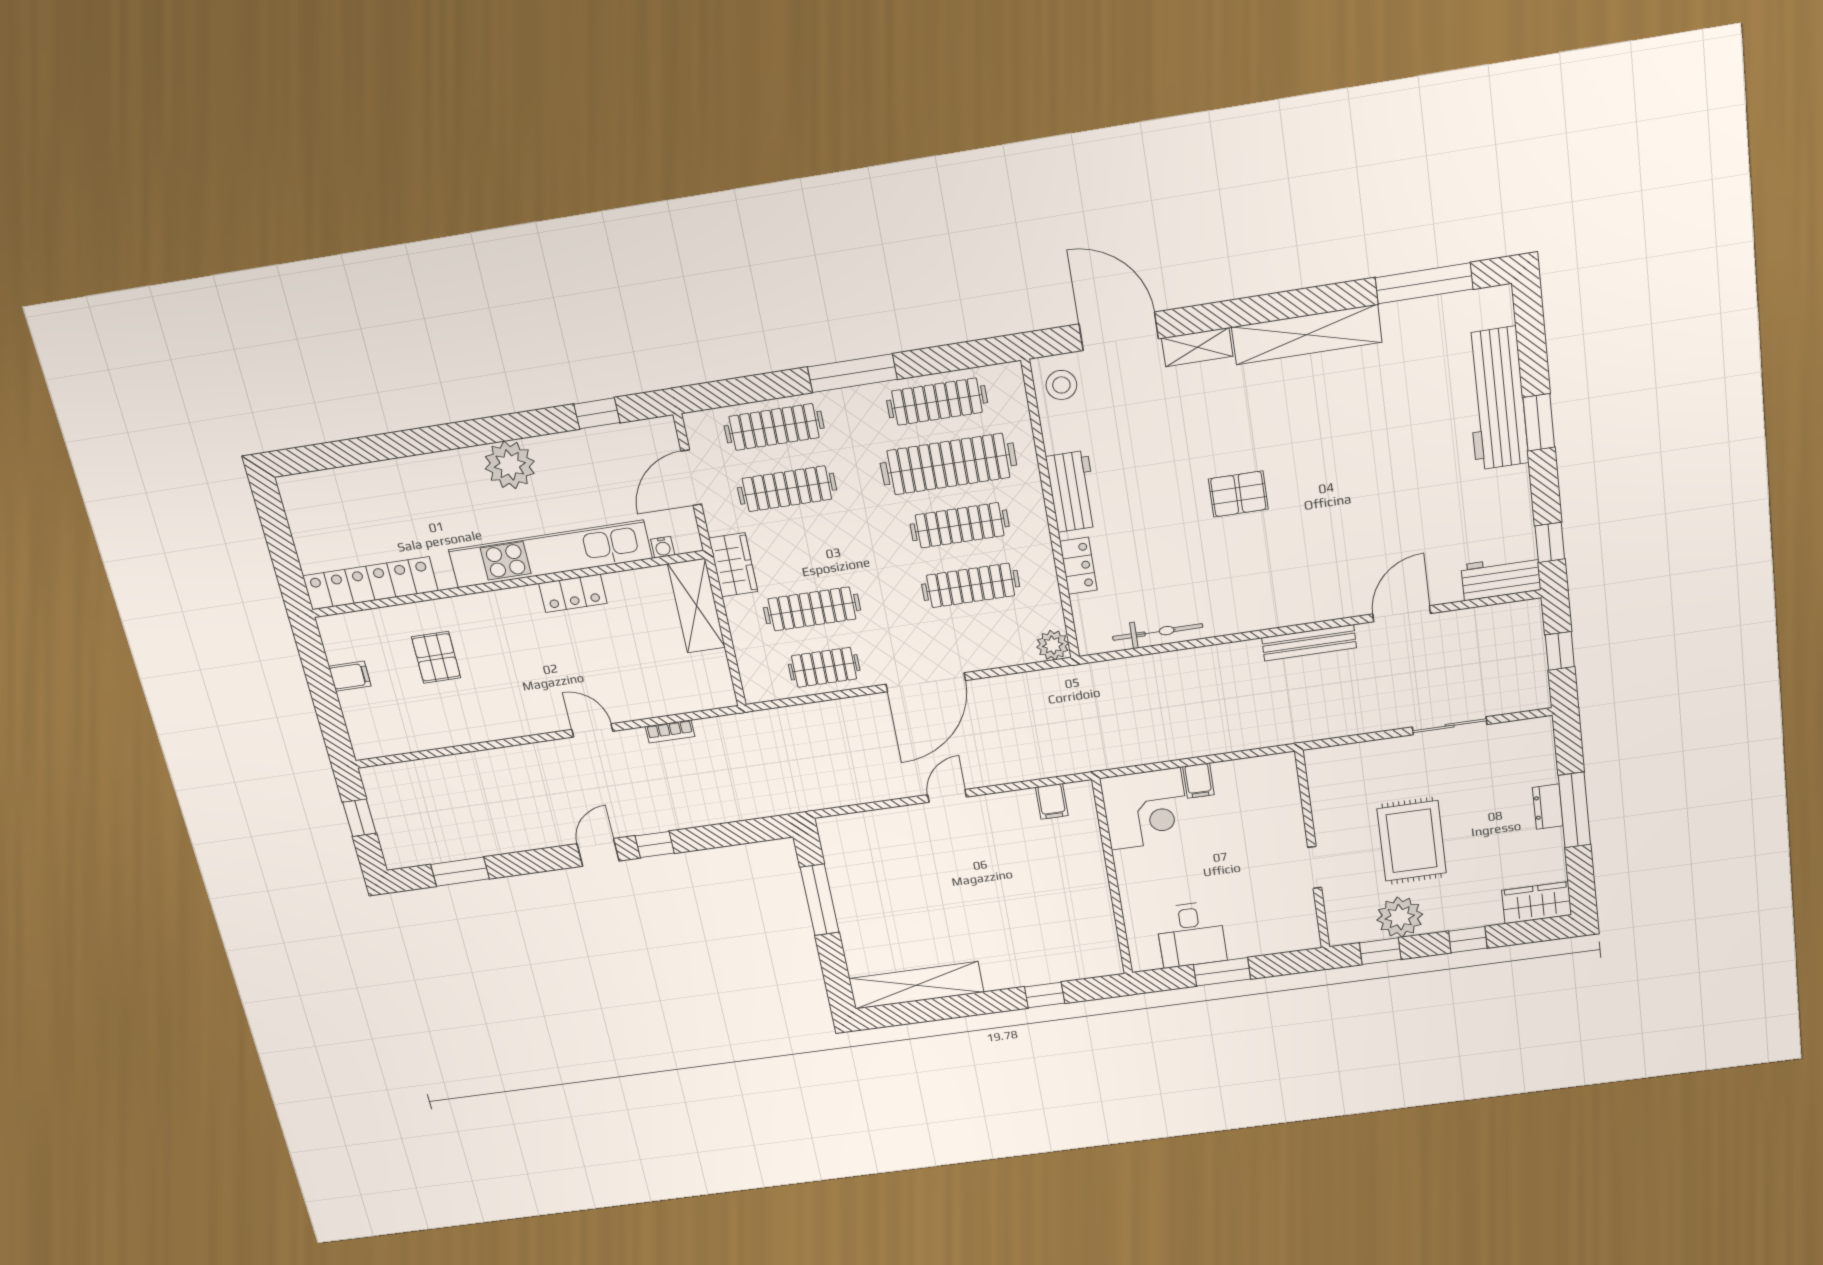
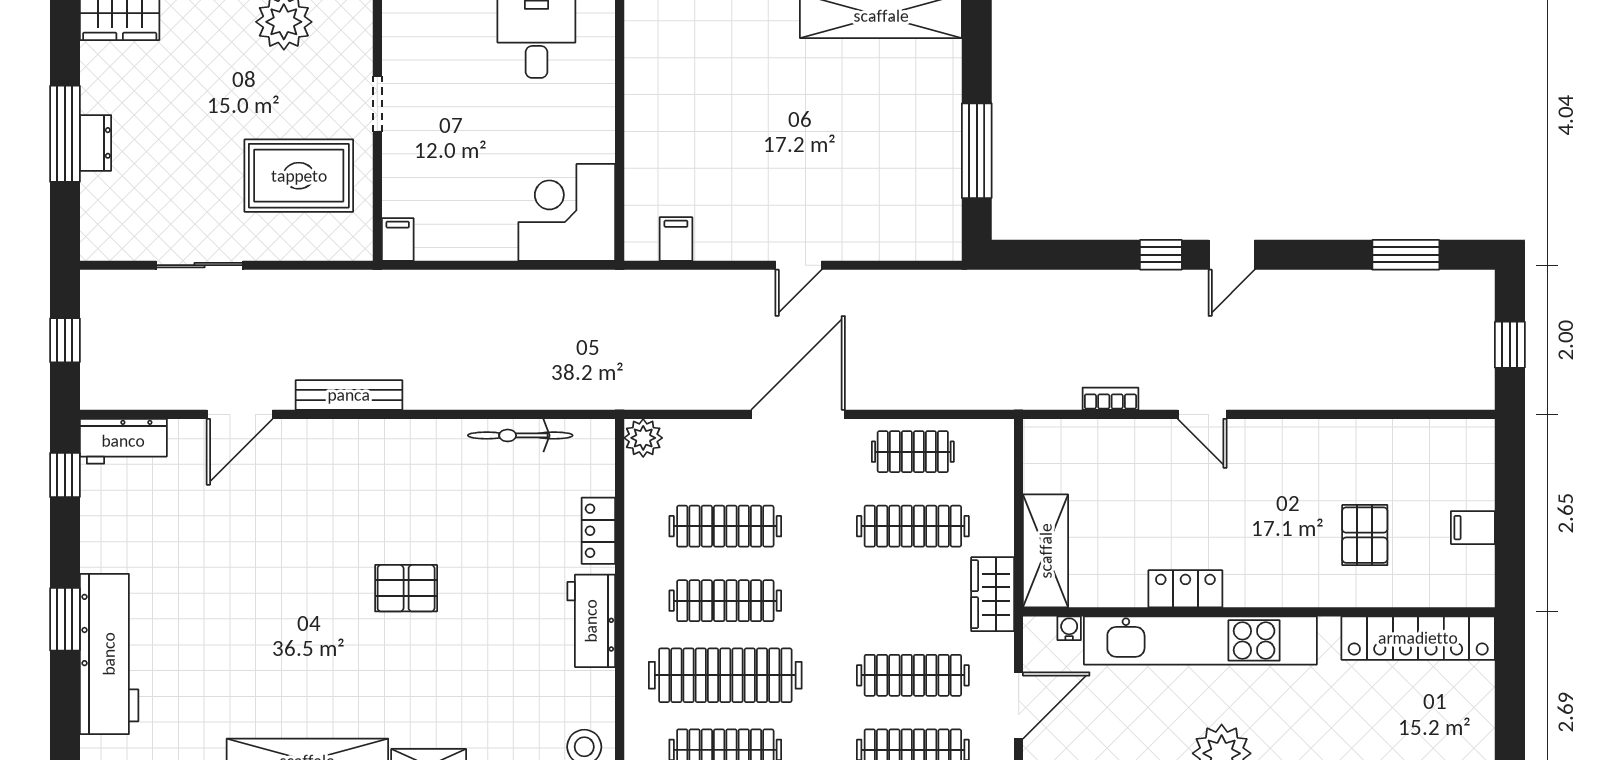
filing cabinet: (1198, 781) -> (398, 239), moved
rug: (1412, 841) -> (299, 176), moved, turned 90

